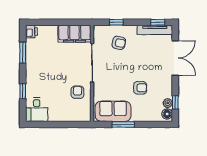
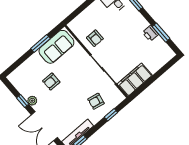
printer: (31, 32) -> (150, 33), moved
window: (175, 102) -> (23, 101), moved
plant: (168, 103) -> (32, 101), moved
floor lamp: (167, 114) -> (15, 79), removed

